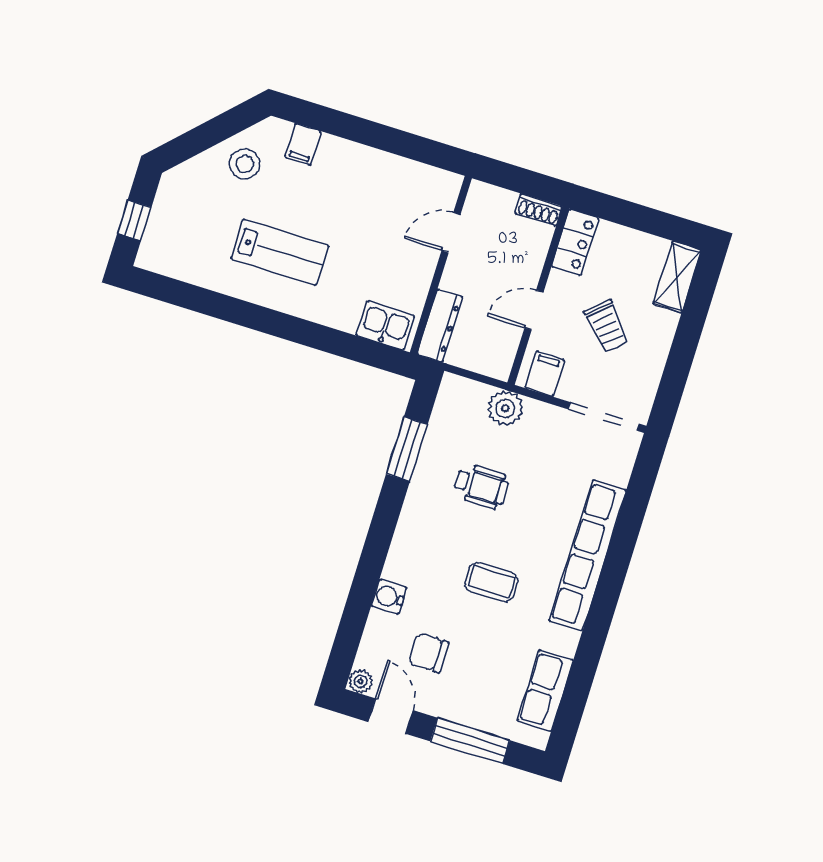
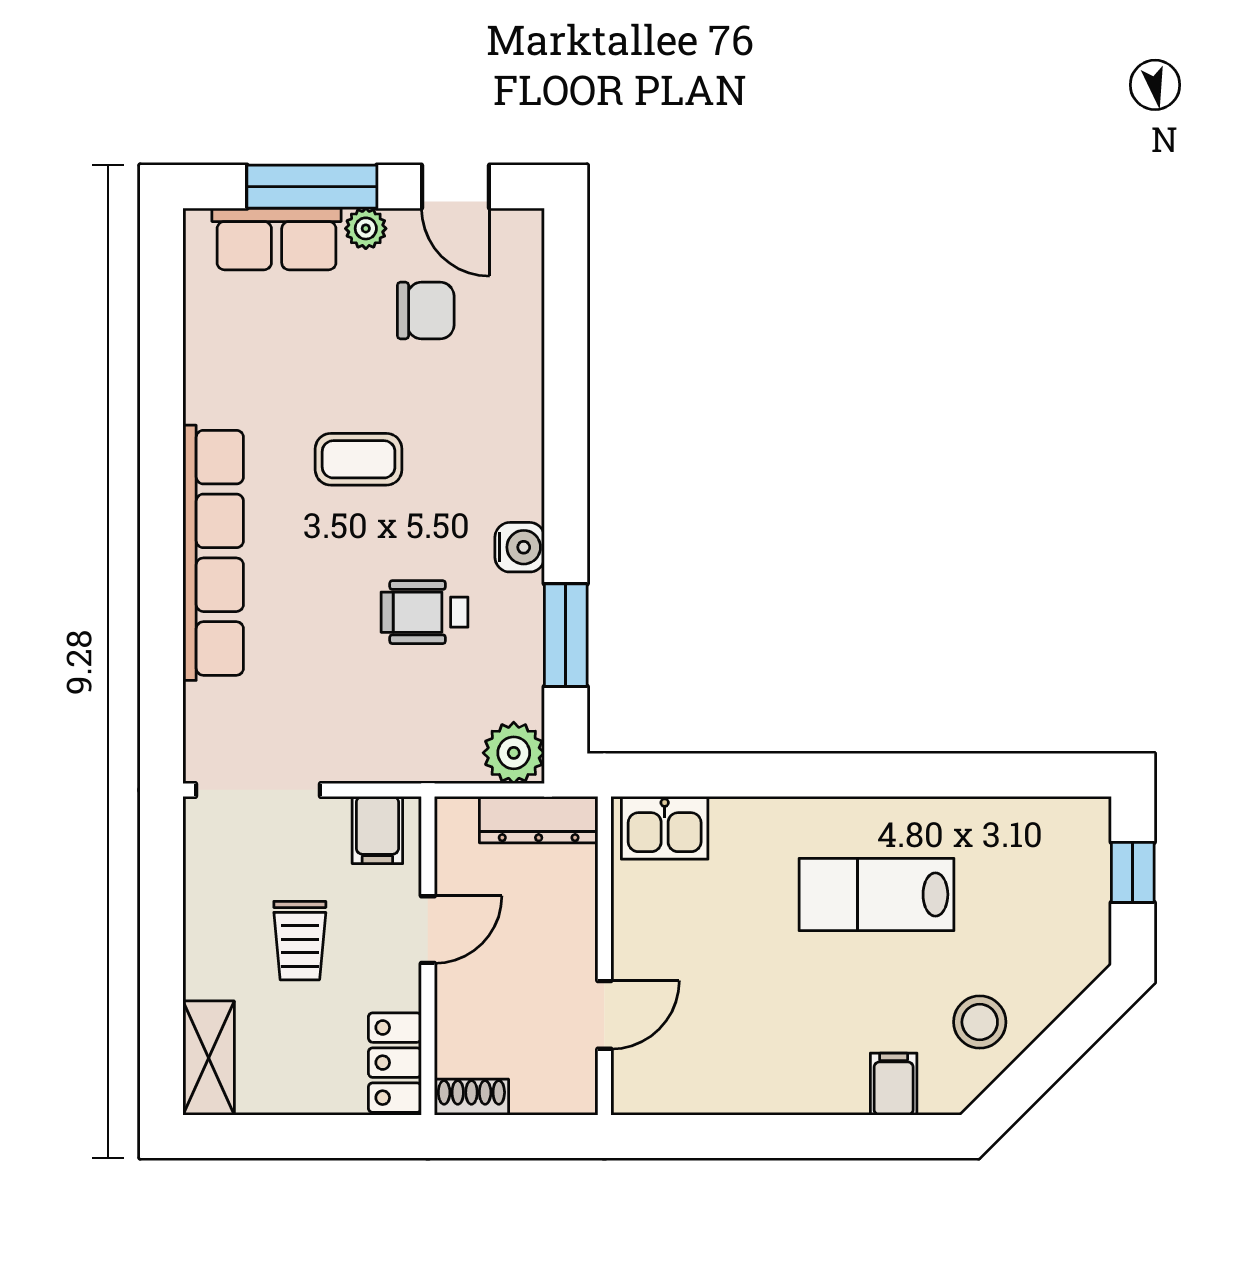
dresser: (440, 326) -> (539, 820), moved, turned -90
trolley: (607, 326) -> (300, 941), turned -138
plant: (505, 408) -> (514, 753), moved
water cooler: (389, 597) -> (520, 547), moved
plant: (361, 681) -> (366, 228), moved
row of seats: (545, 691) -> (277, 239), moved, turned 90

